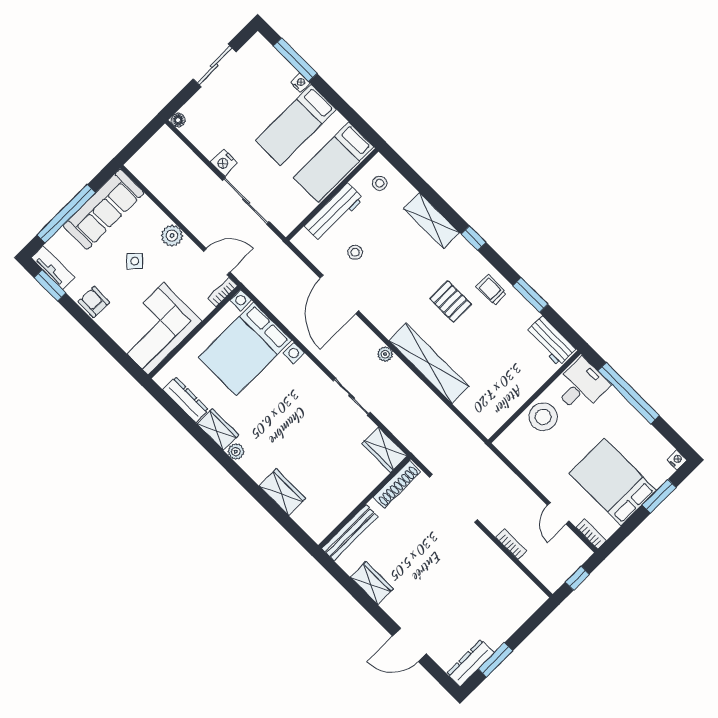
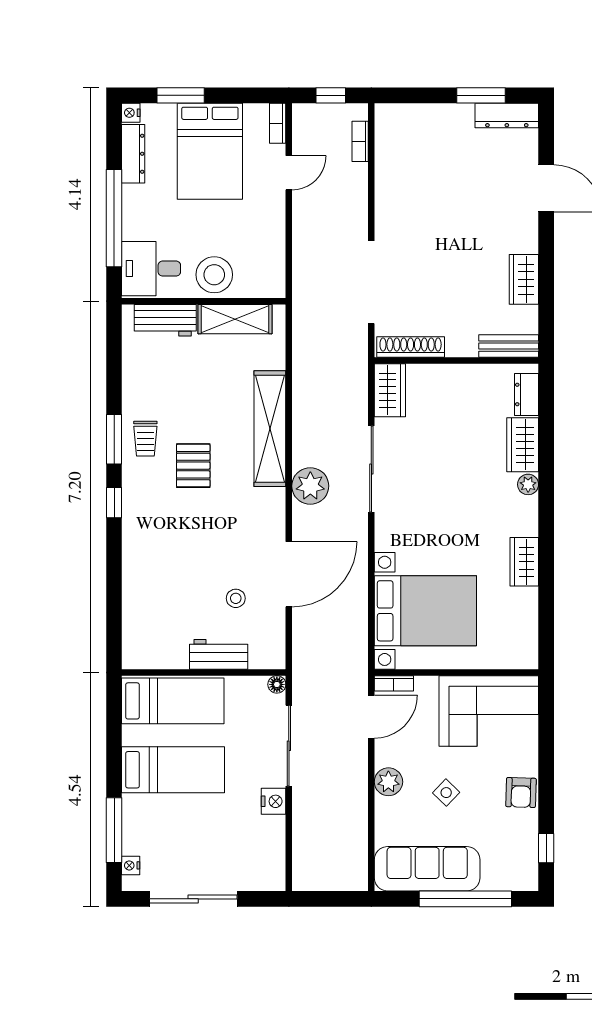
sliding door: (215, 65) -> (193, 899), width x1.37
nightstand: (300, 83) -> (131, 865), moved
floor lamp: (178, 120) -> (277, 684), moved
stool: (380, 183) -> (150, 639), removed
workbench: (334, 212) -> (219, 654), width x0.73
shelving: (431, 220) -> (235, 319), moved, turned 90
door: (217, 262) -> (371, 717), swing flipped
tv unit: (53, 268) -> (527, 862), removed
window: (50, 285) -> (546, 848), width x0.67
window: (530, 295) -> (114, 439), moved
workbench: (550, 341) -> (165, 320), moved, turned 90
plant: (385, 354) -> (310, 486), width x1.87, depth x1.87
sliding door: (352, 397) -> (371, 469), width x1.37
dresser: (186, 400) -> (527, 394), moved, width x0.70
dresser: (653, 439) -> (133, 154), added
plant: (236, 452) -> (528, 484), moved
bench: (350, 533) -> (509, 346), width x0.73
bookcase: (511, 544) -> (360, 141), moved

